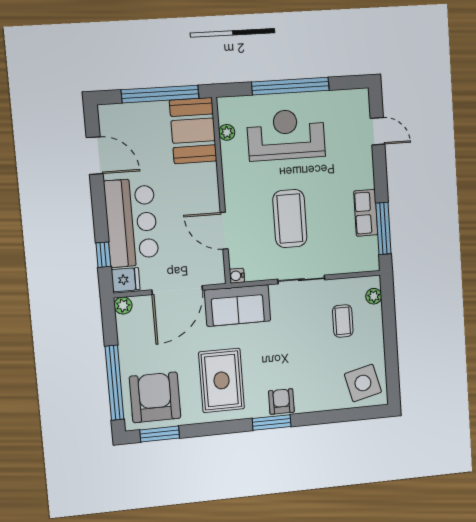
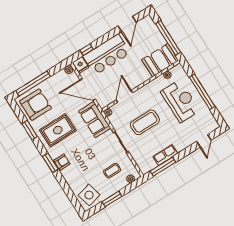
window: (391, 347) -> (112, 199), added
window: (160, 434) -> (30, 130), moved

